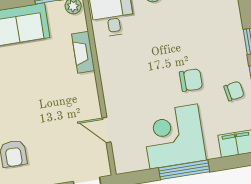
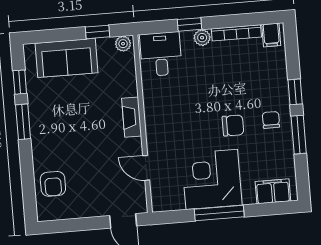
fireplace: (83, 52) -> (132, 117), moved
chair: (234, 91) -> (271, 120), moved, turned -80

